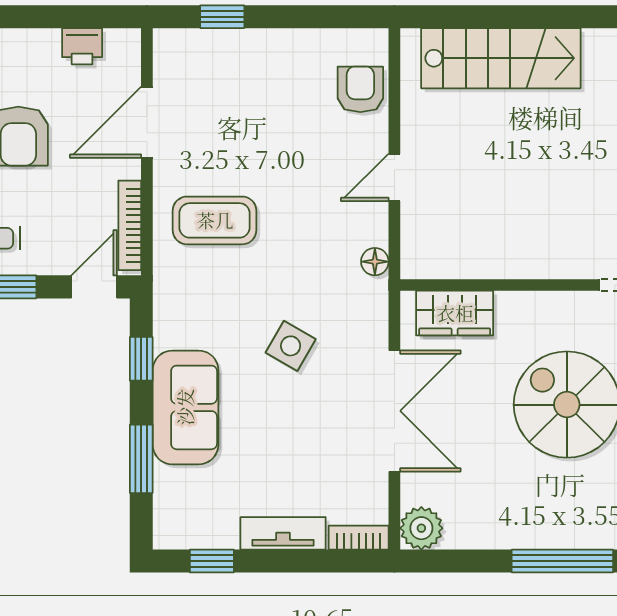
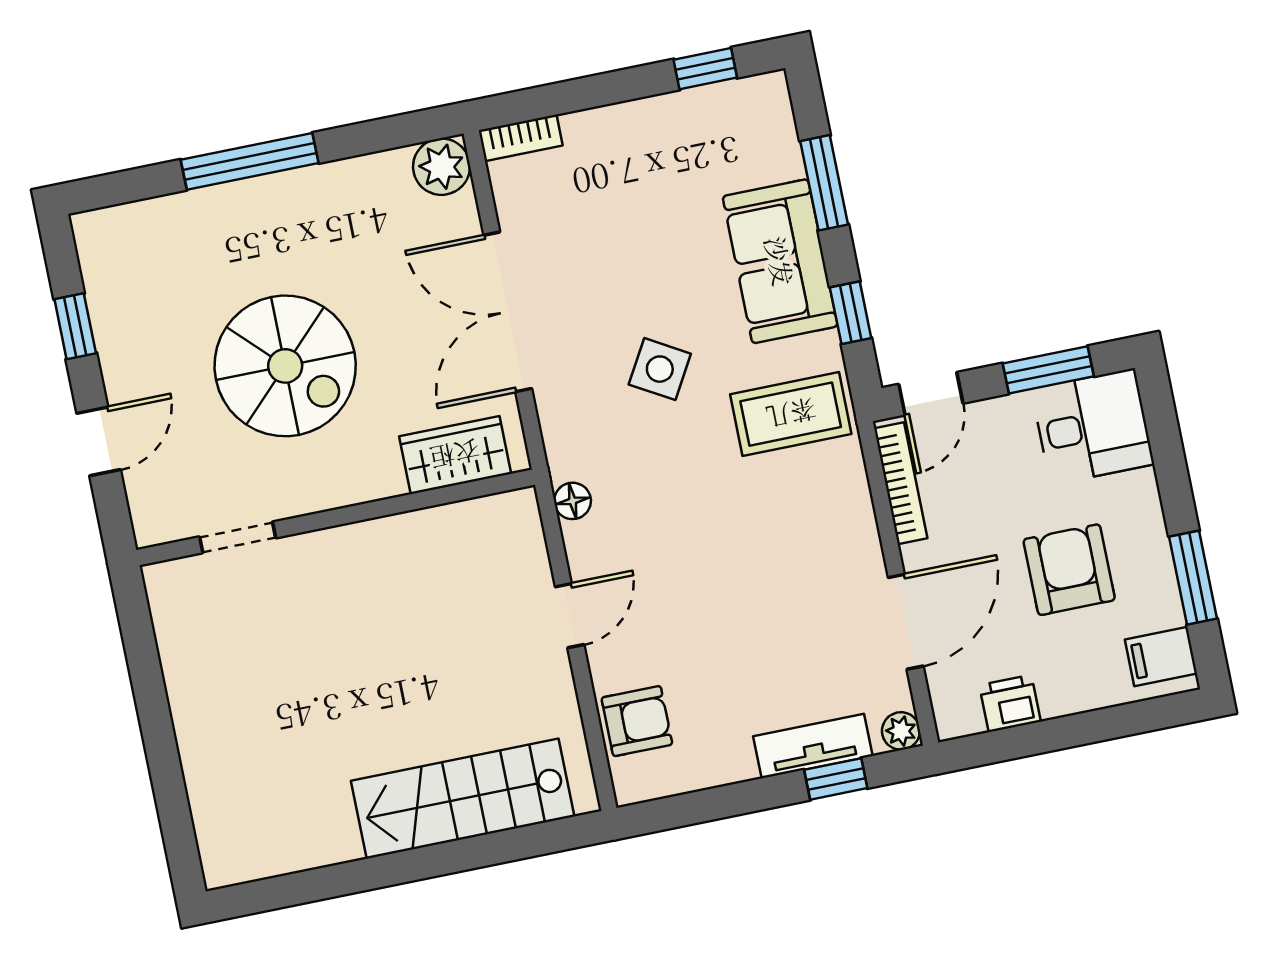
plant: (167, 42) -> (901, 731), added
armchair: (360, 89) -> (637, 721), turned -90
coffee table: (215, 220) -> (791, 414), moved
tv unit: (283, 533) -> (813, 746), moved, turned 180

